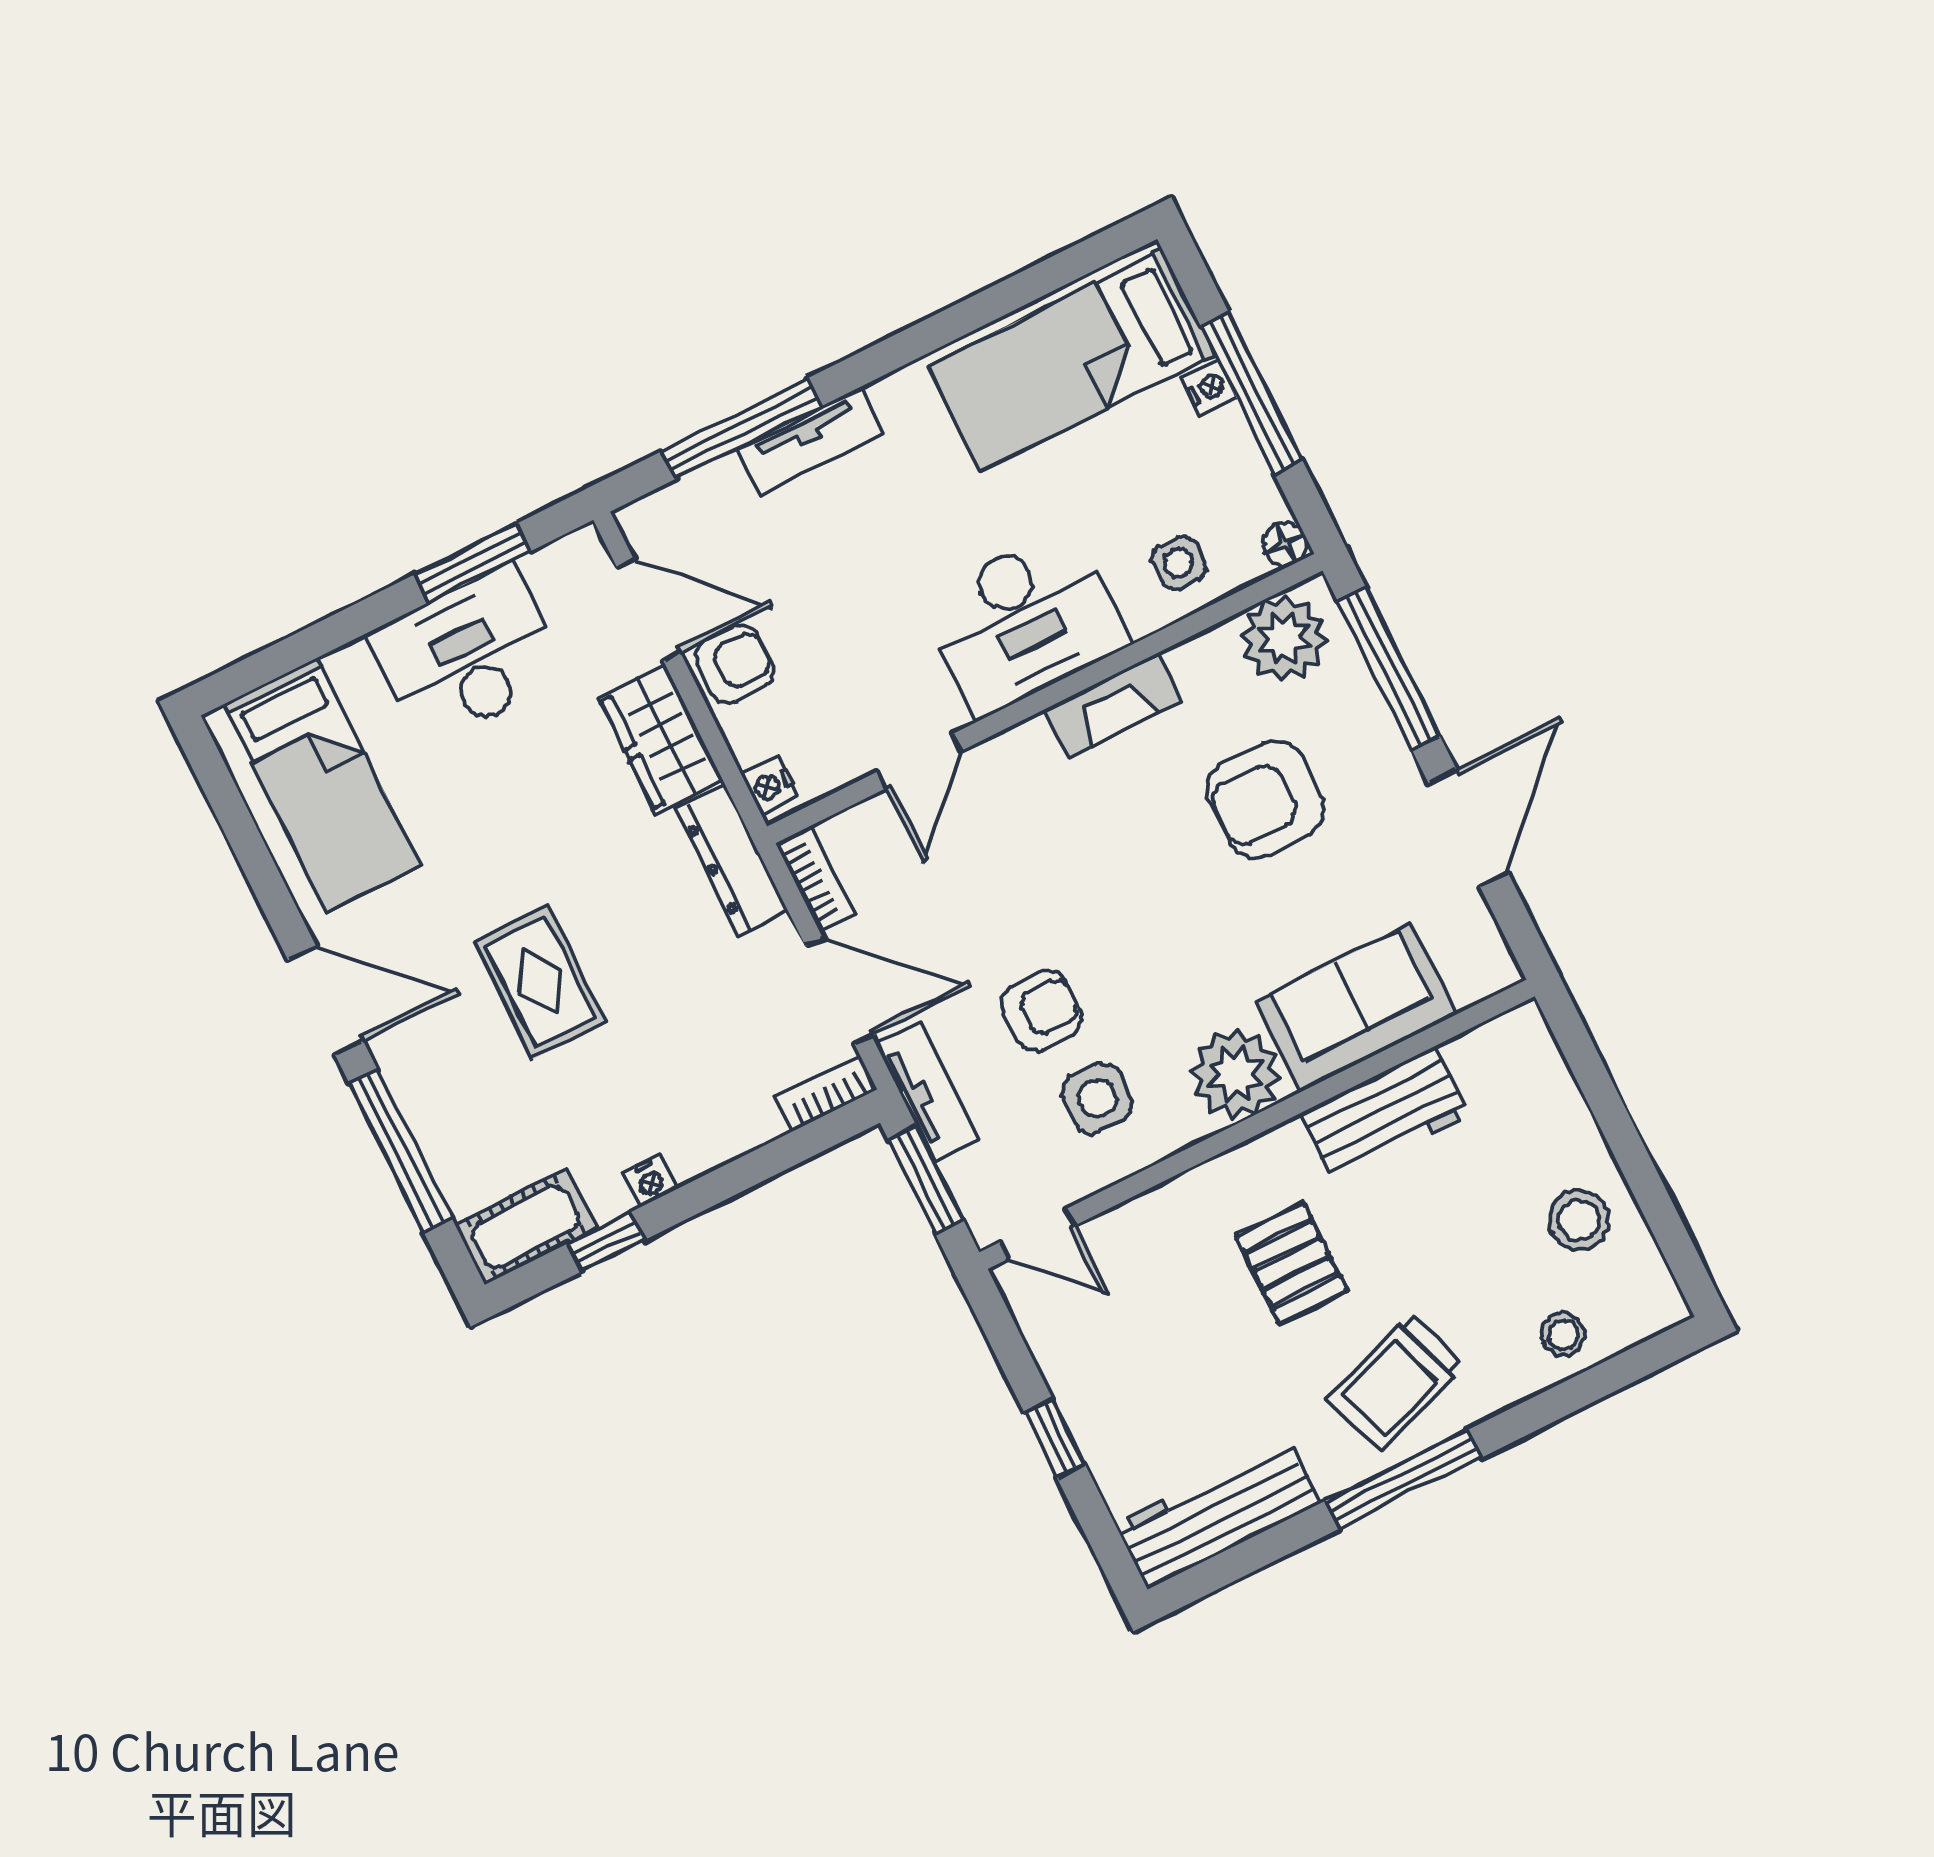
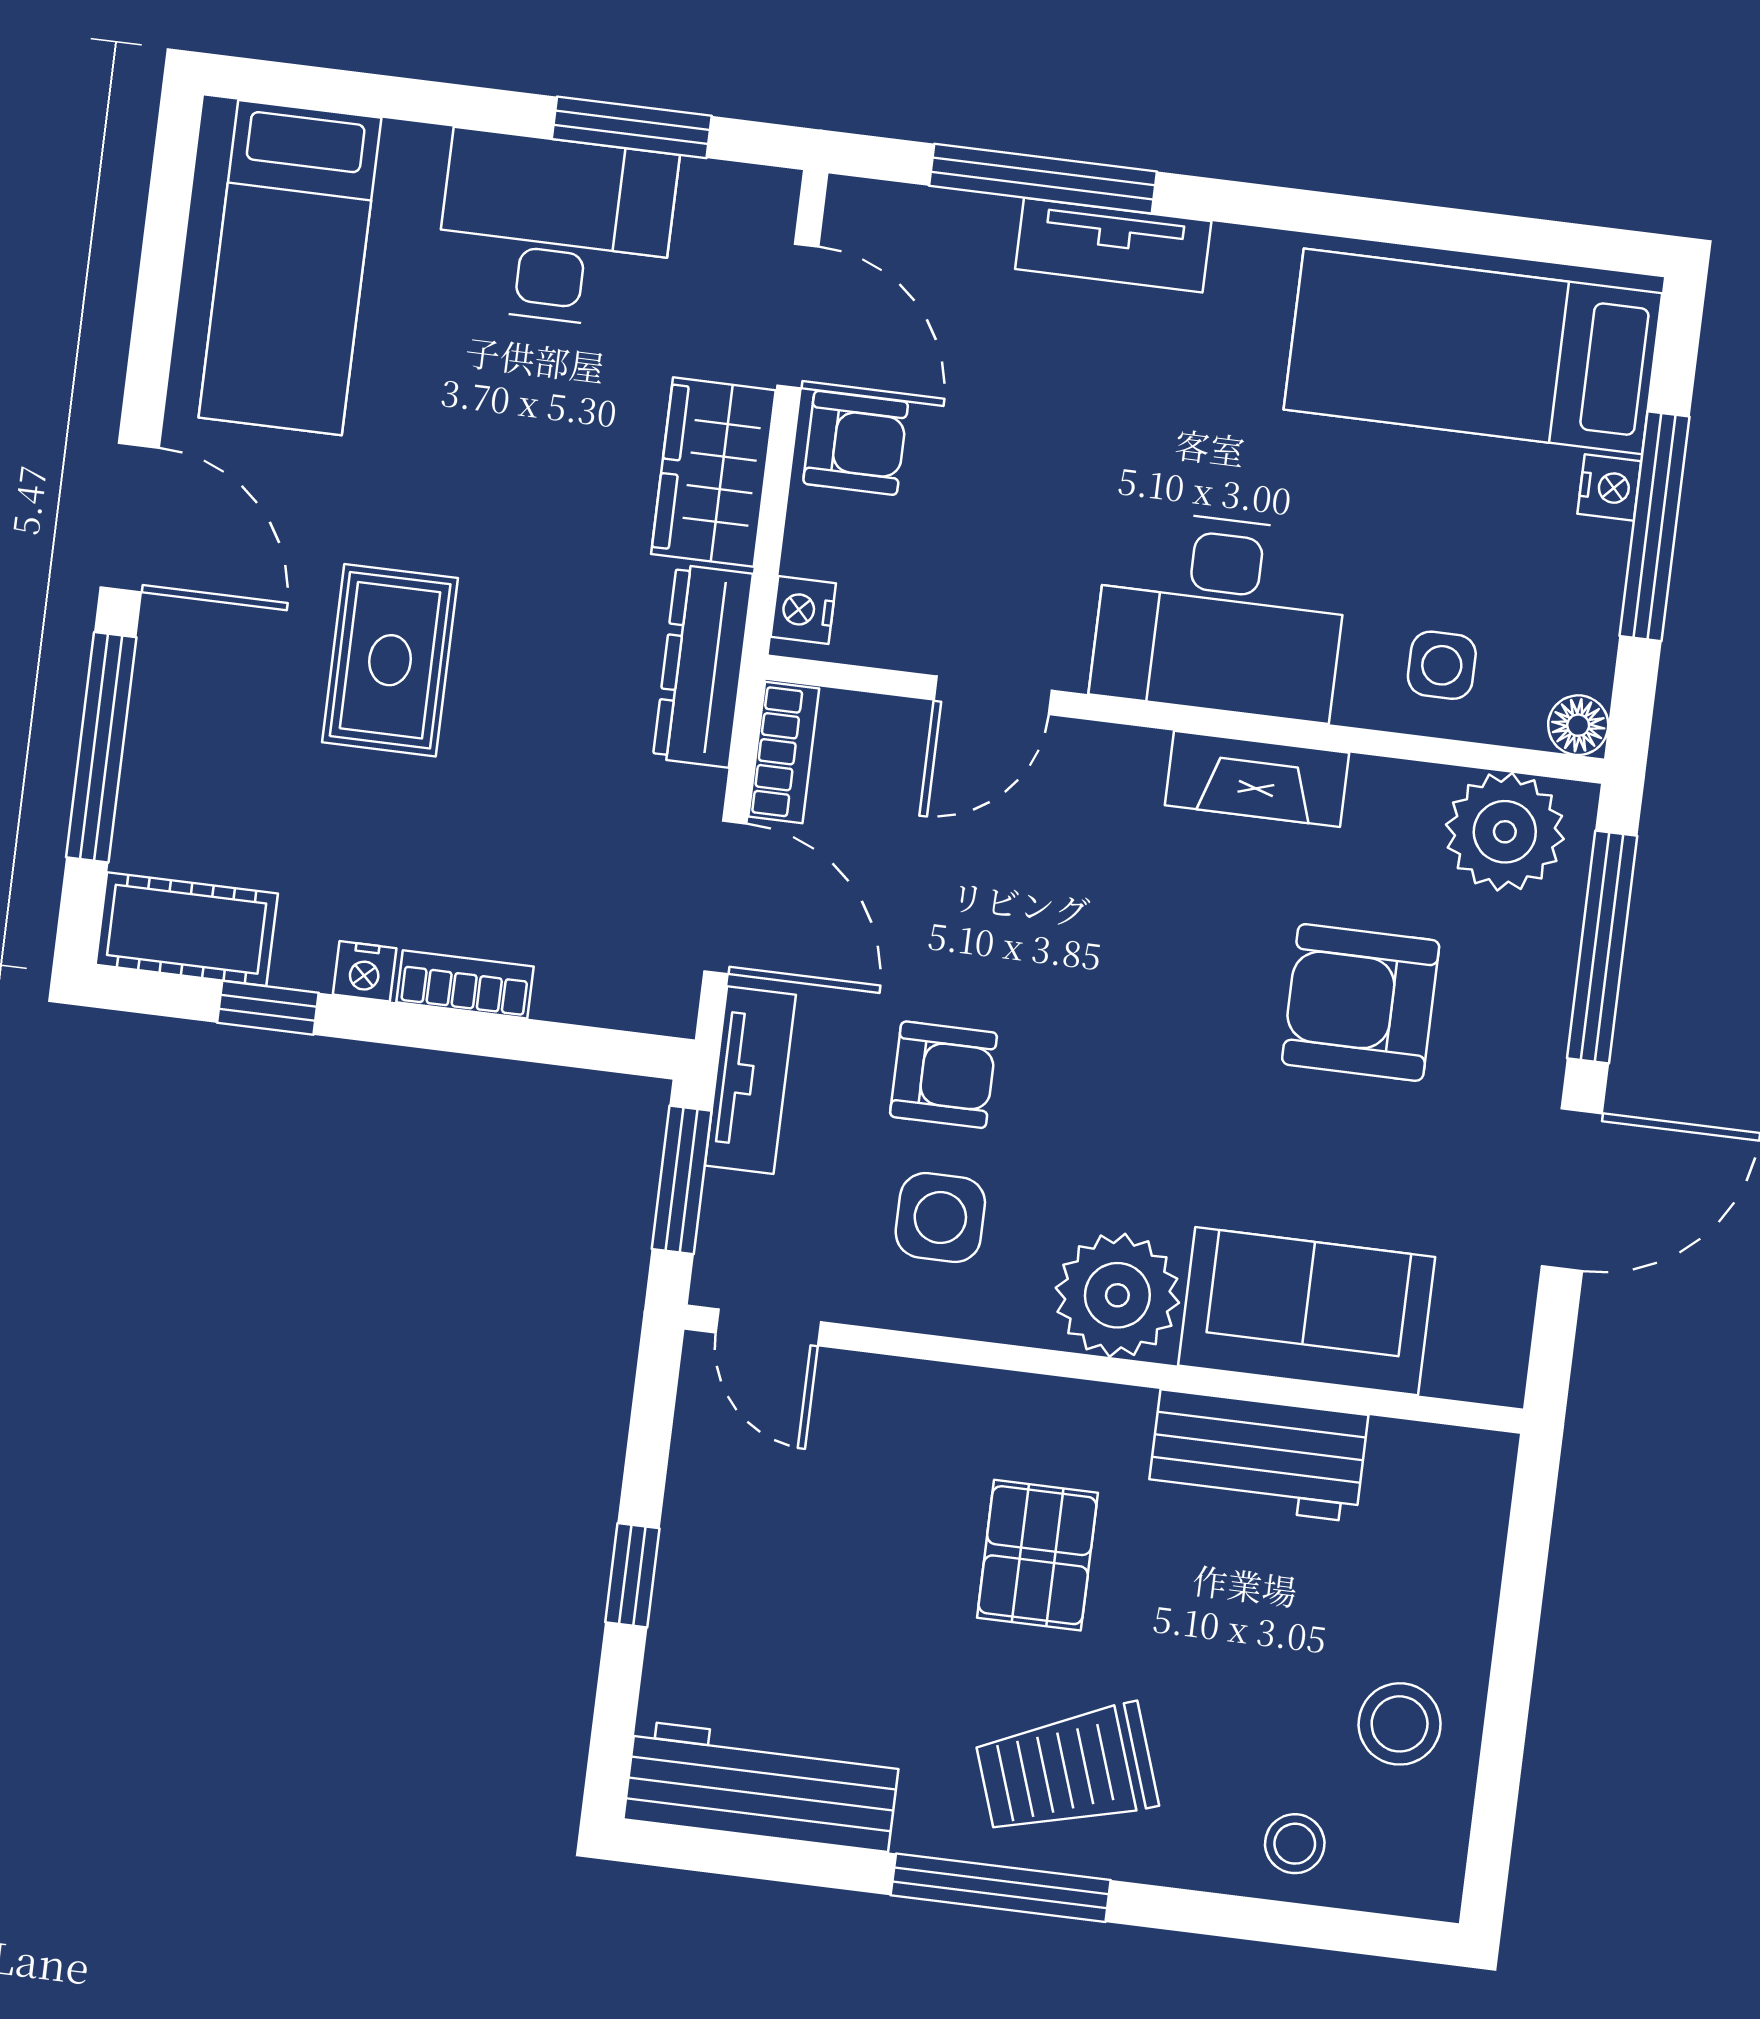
bookcase: (826, 1094) -> (465, 984), moved

